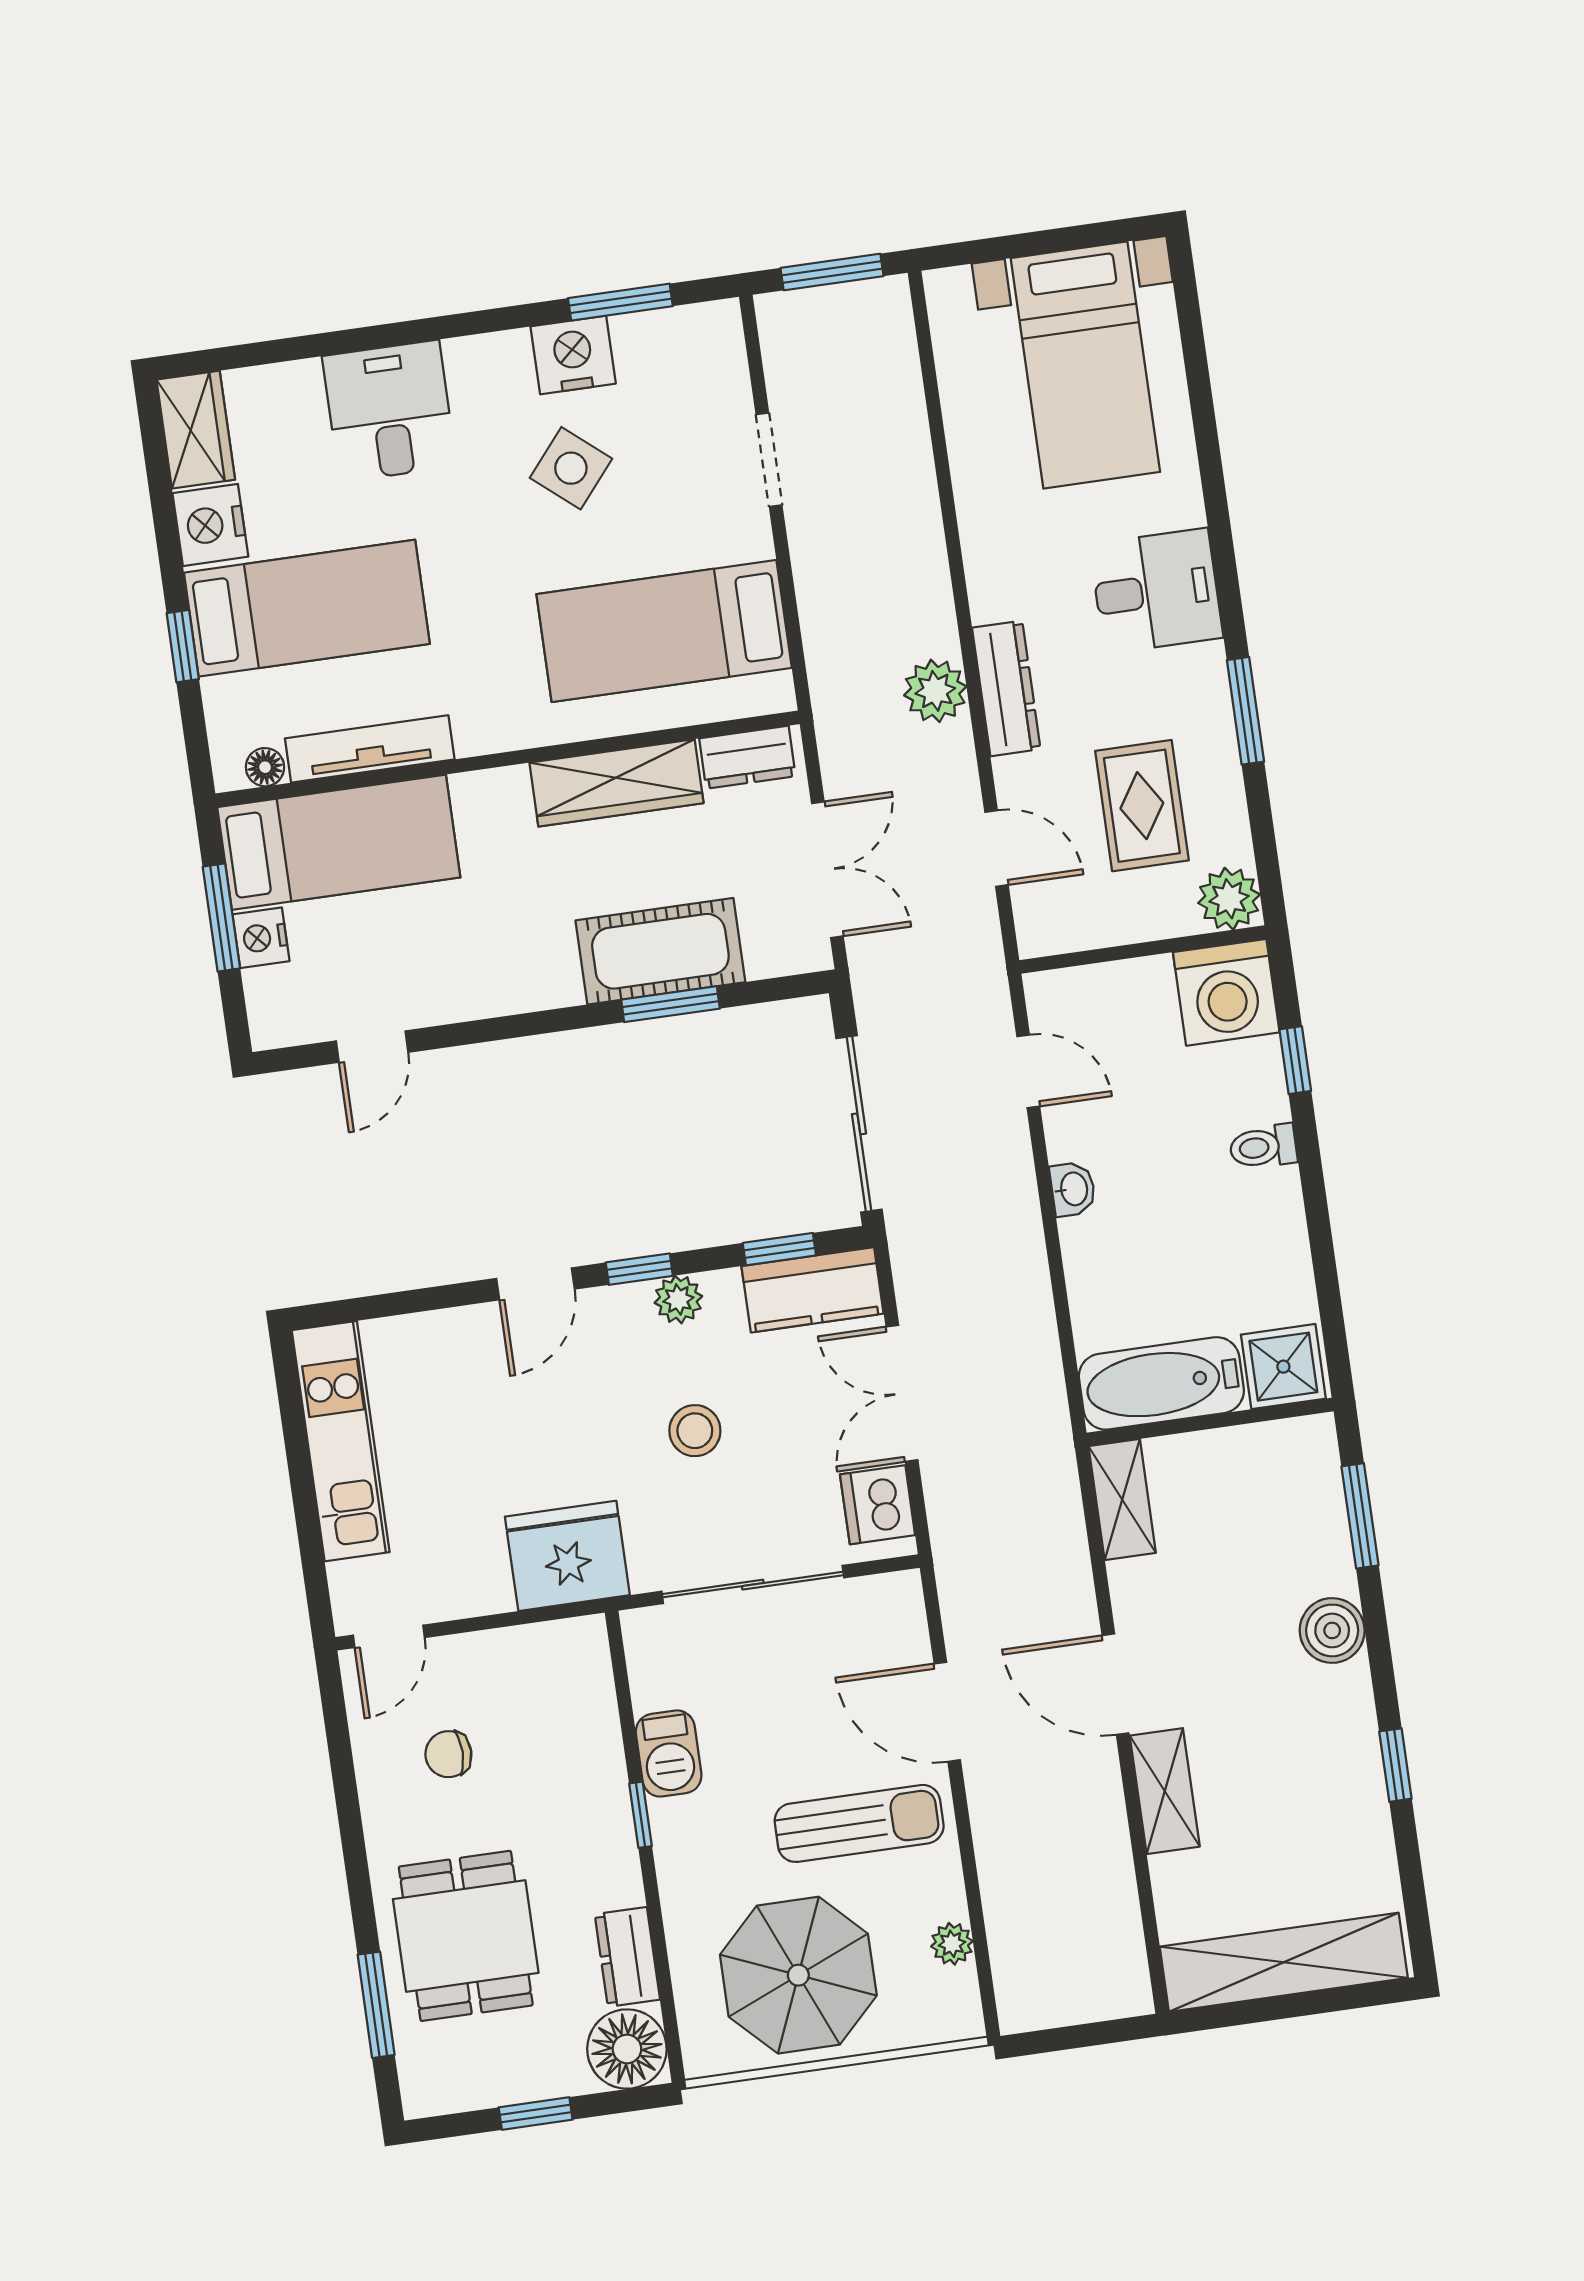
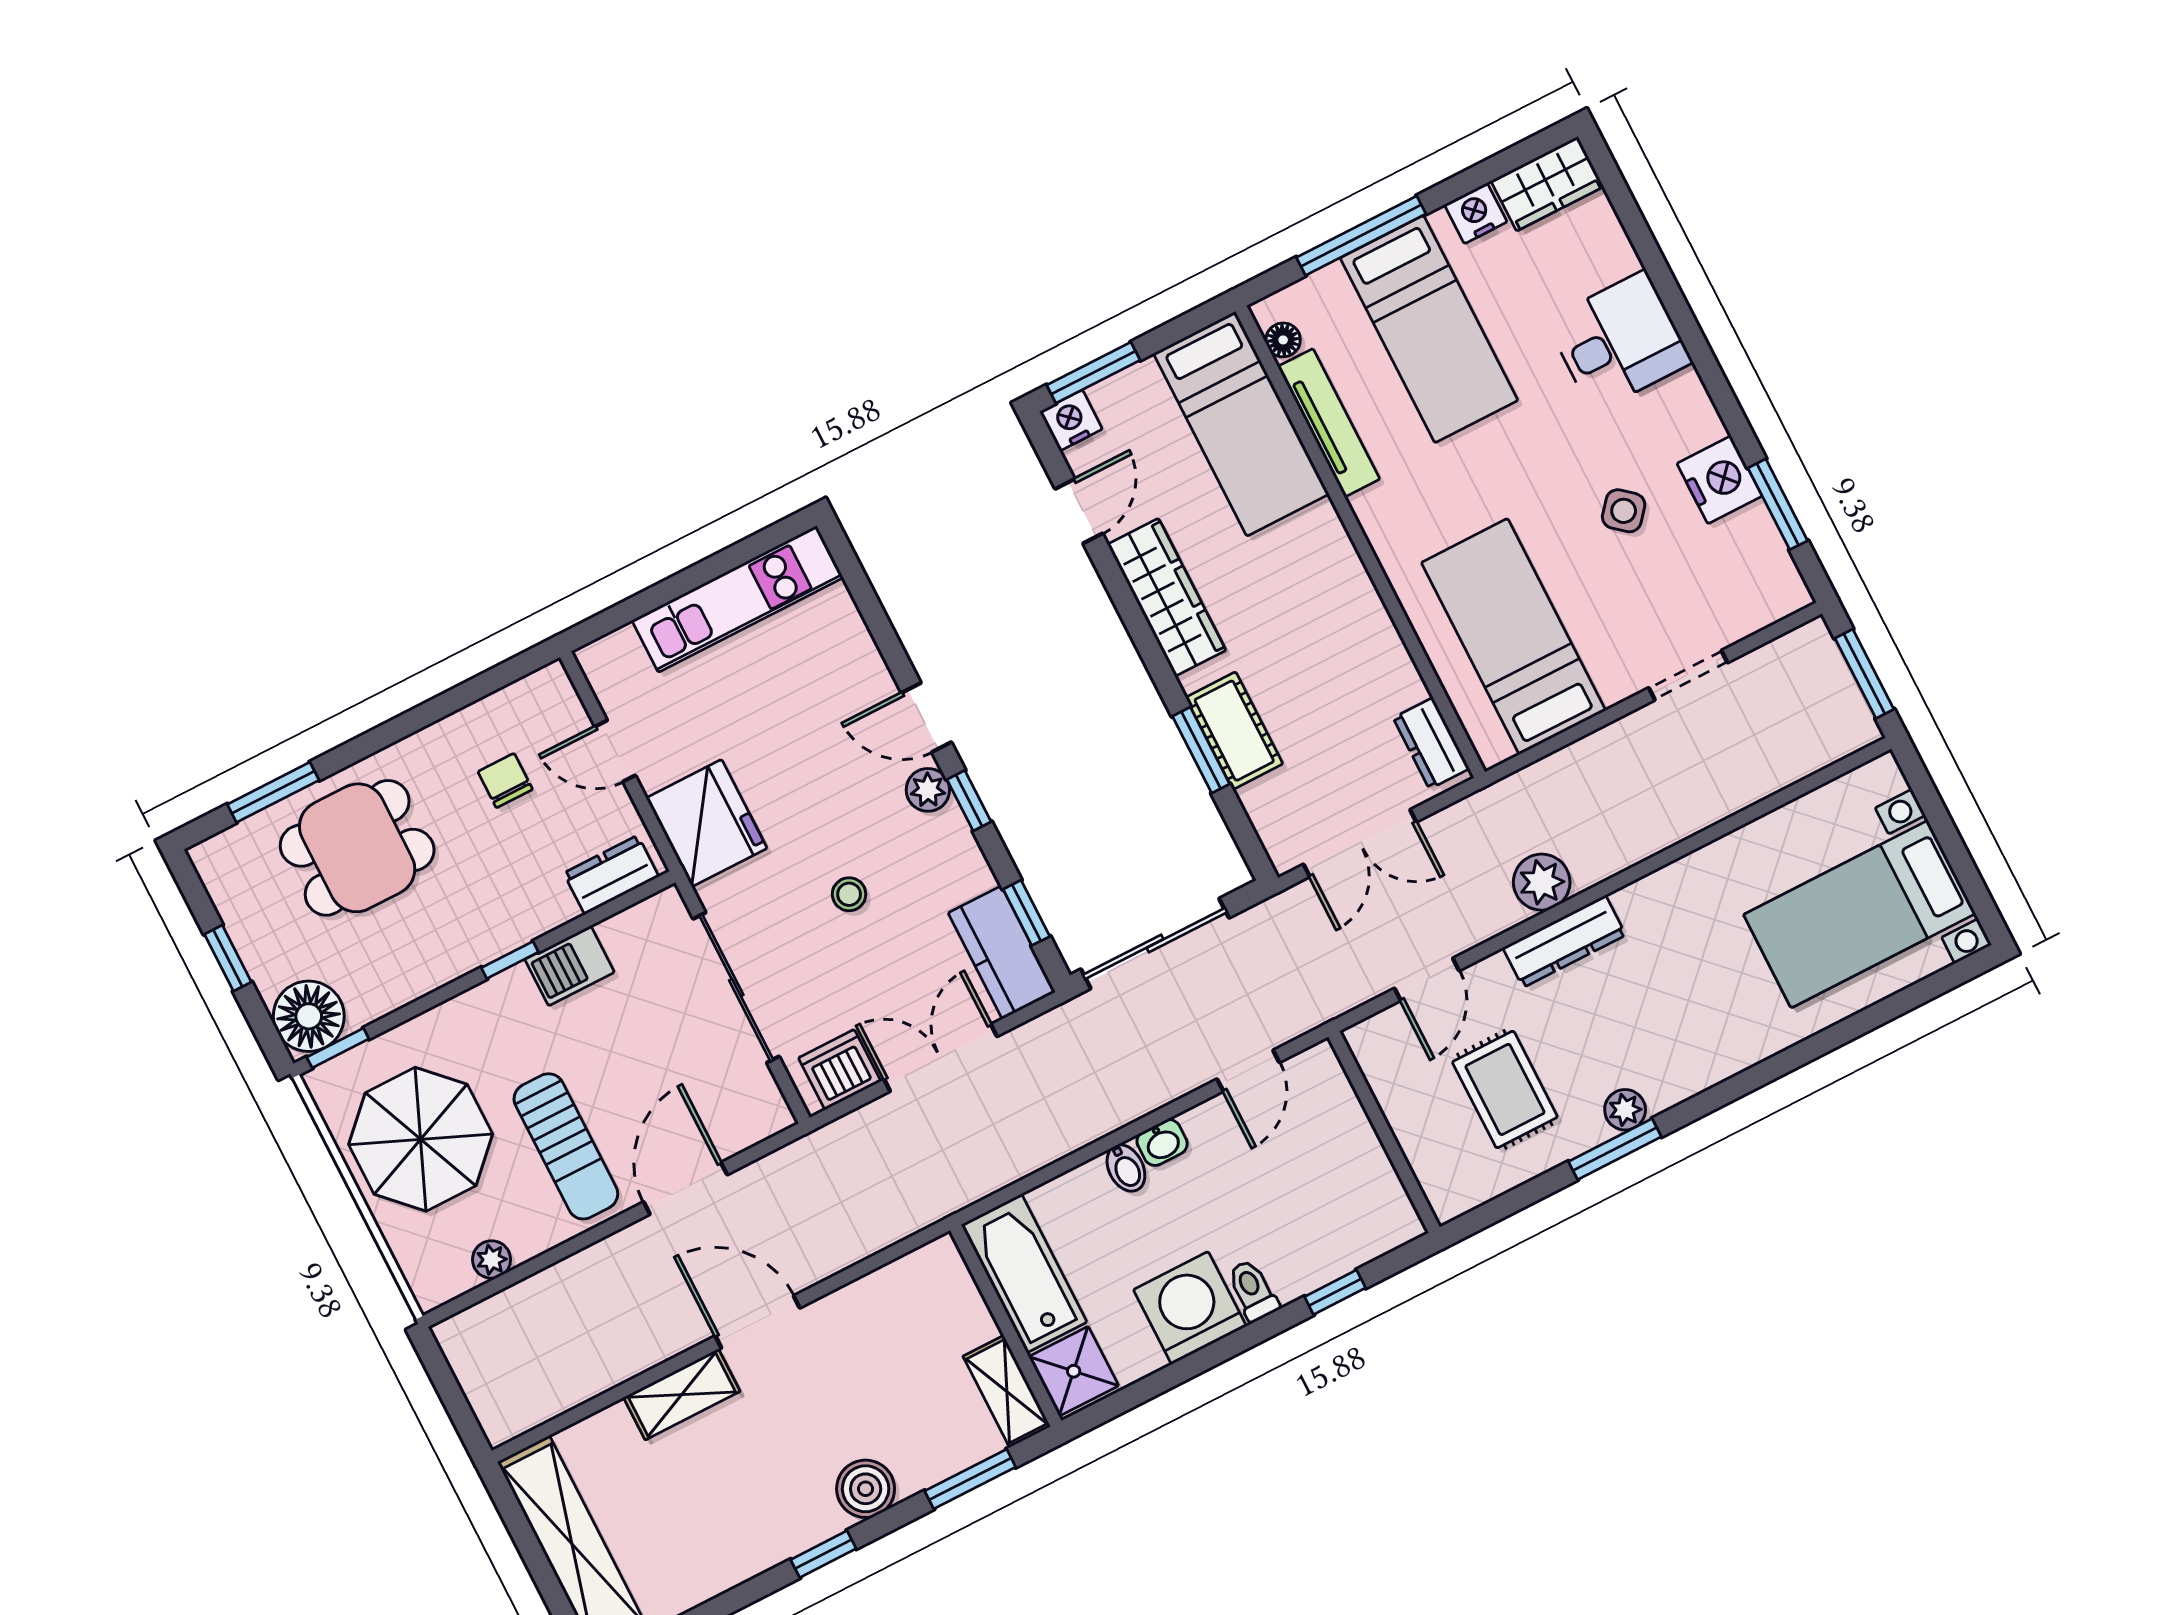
side table: (571, 468) -> (1624, 511), width x0.73, depth x0.73
nightstand: (210, 525) -> (1476, 213), width x0.74, depth x0.75
desk: (1156, 591) -> (1690, 1039), removed
window: (183, 646) -> (1361, 236), width x2.17
wardrobe: (616, 783) -> (1167, 597), moved, turned 180
rug: (1142, 806) -> (1505, 1089), turned 90
plant: (1229, 899) -> (1625, 1110), moved, width x0.73, depth x0.73
window: (221, 917) -> (1093, 373), moved
nightstand: (261, 938) -> (1071, 420), moved
cot: (660, 951) -> (1234, 731), width x0.73, depth x0.75
washing machine: (1226, 992) -> (1190, 1308), moved, turned 90
door: (372, 1047) -> (1079, 511), swing flipped
bidet: (1087, 1237) -> (1126, 1168), added
plant: (678, 1299) -> (928, 790), moved
stool: (695, 1431) -> (849, 894), width x0.73, depth x0.73
shelving: (1122, 1500) -> (1007, 1391), moved, turned 90
door: (389, 1636) -> (615, 751), moved
door: (1115, 1684) -> (757, 1322), hinge flipped
window: (1395, 1765) -> (823, 1554), moved
dresser: (627, 1957) -> (611, 875), moved
window: (671, 2030) -> (338, 1048), added

